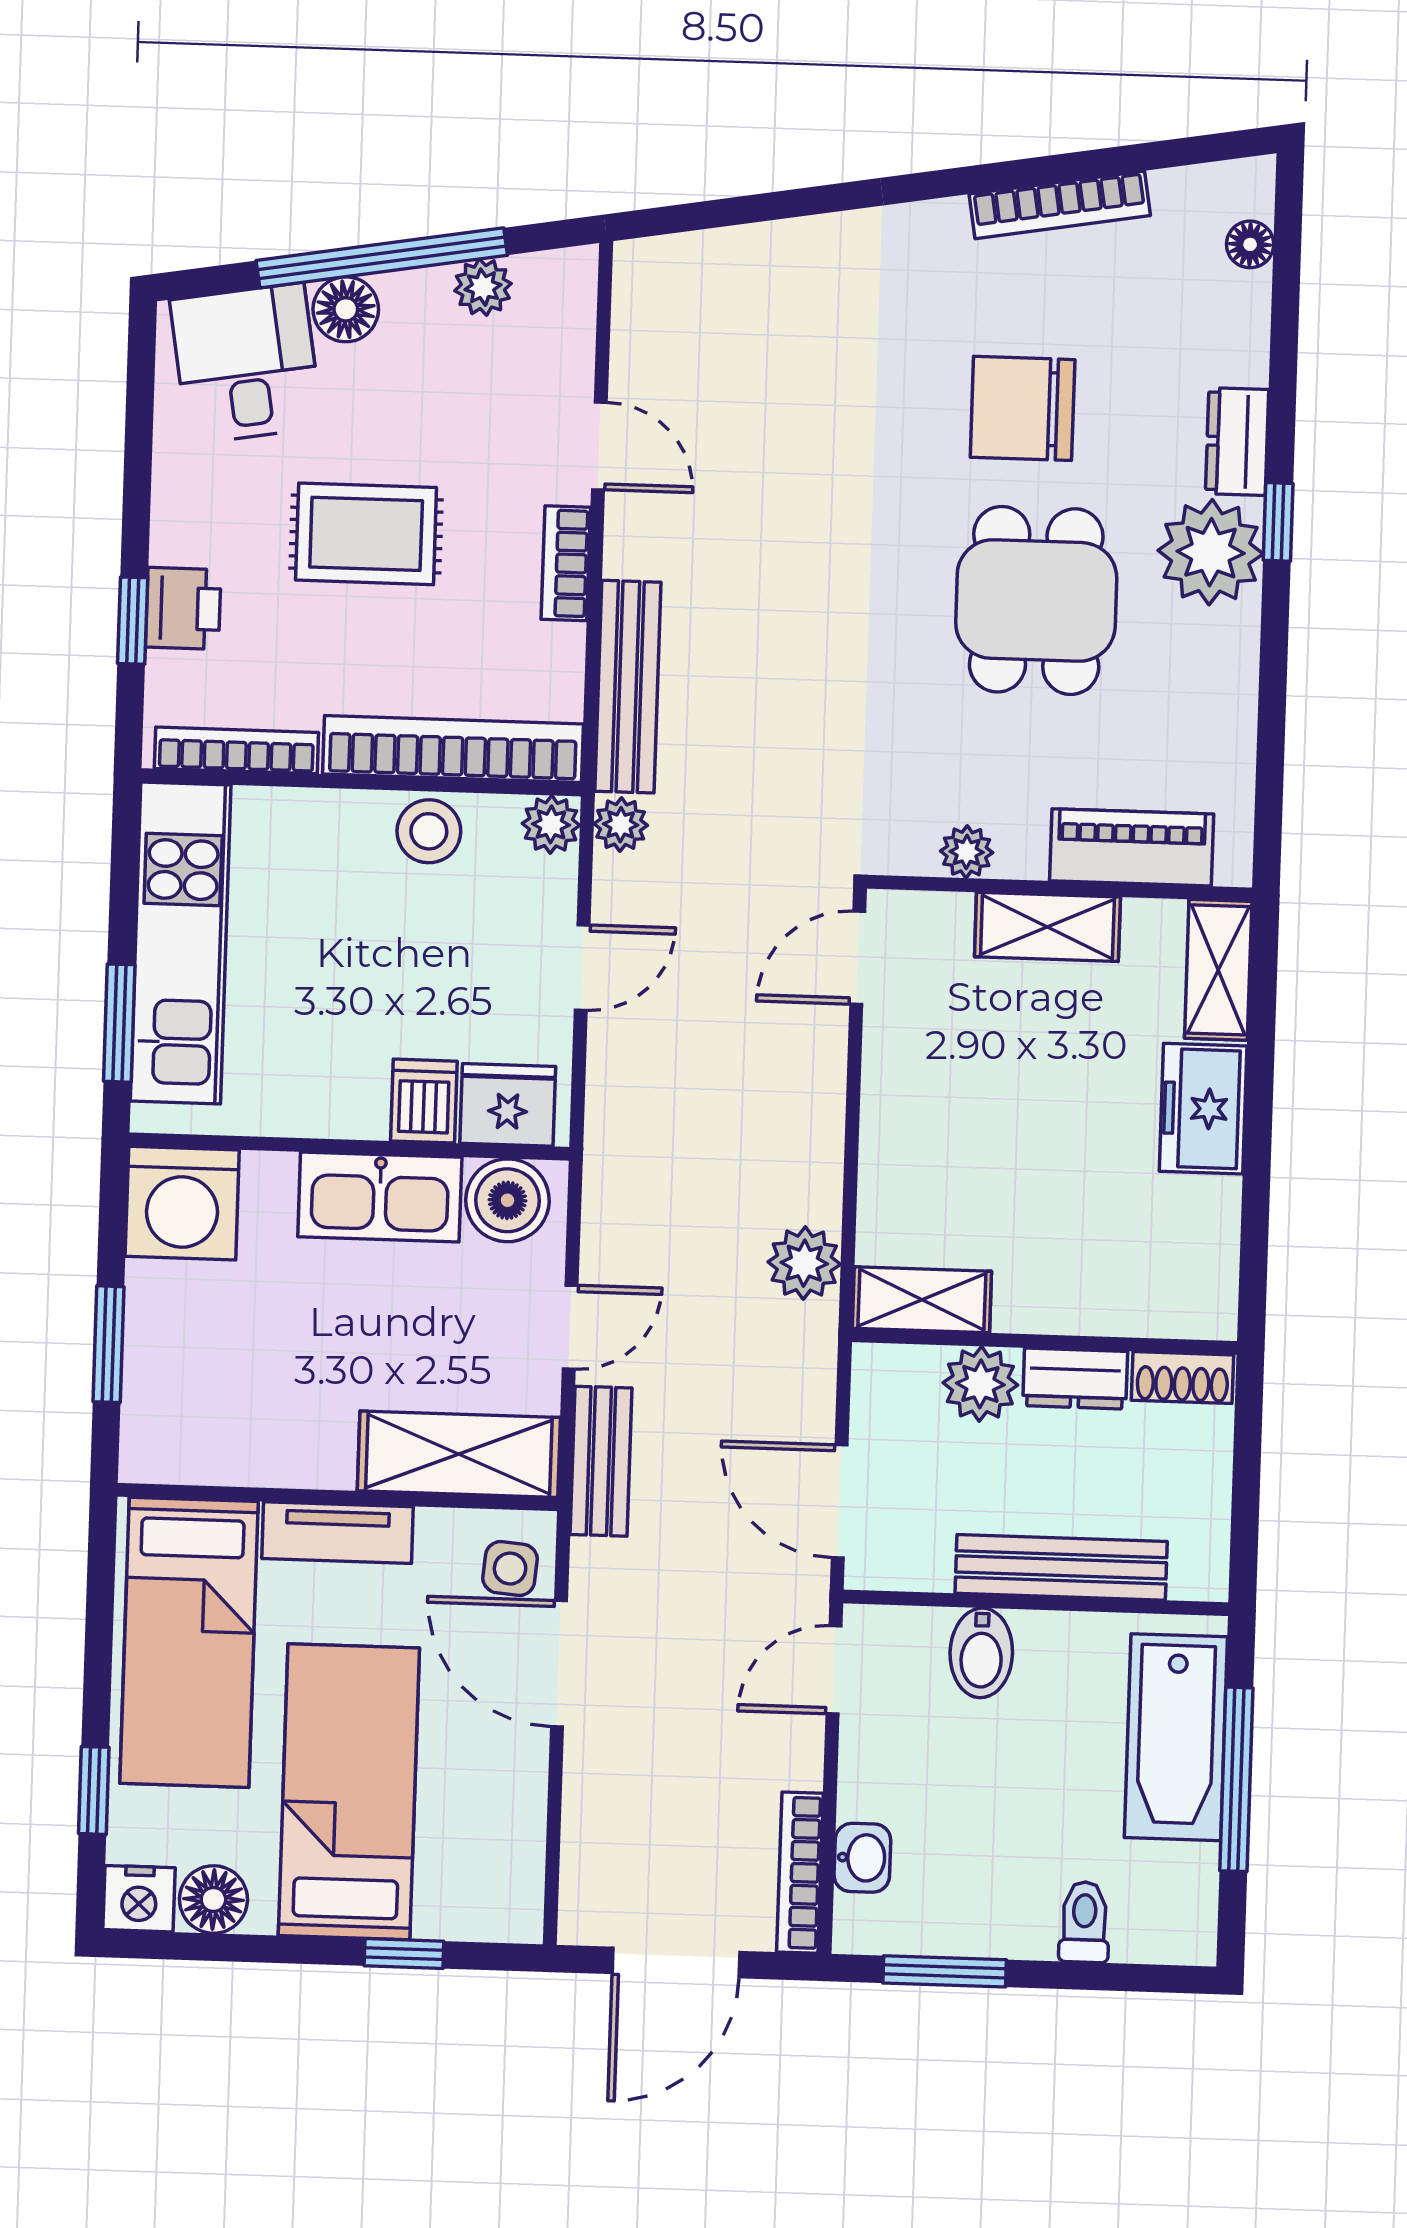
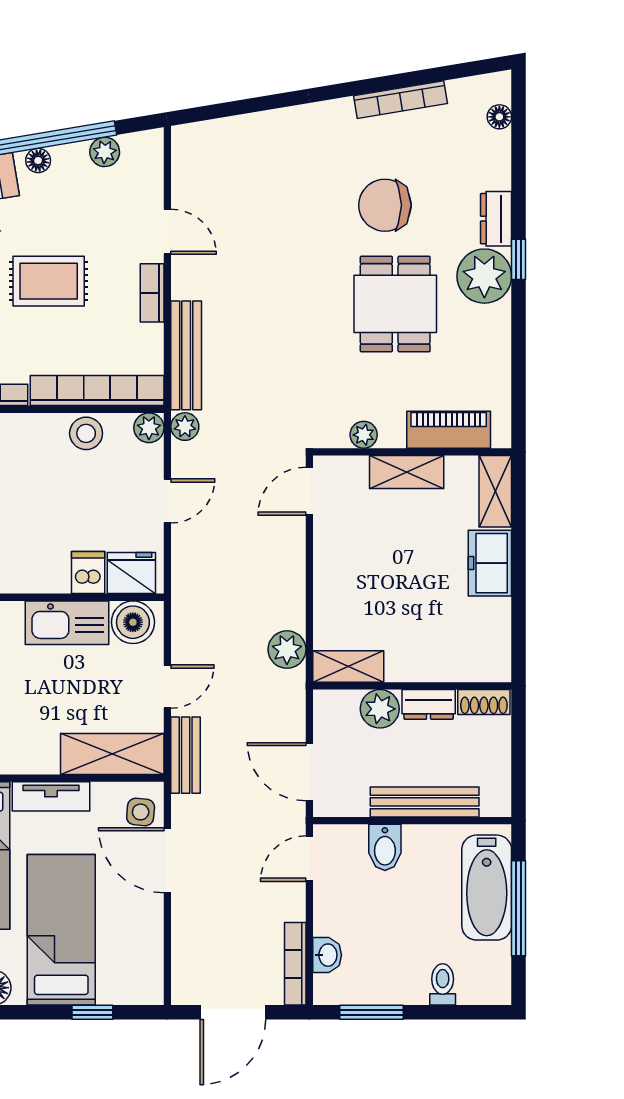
floor lamp: (346, 309) -> (38, 160), width x0.73, depth x0.73

